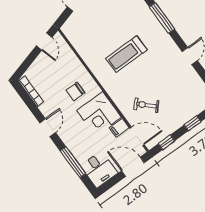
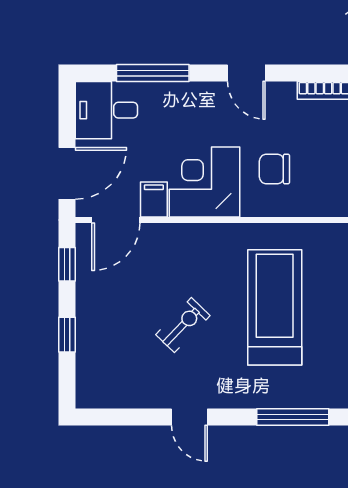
treadmill: (126, 54) -> (275, 307), width x1.37, depth x1.37
chair: (75, 92) -> (274, 169), turned -90
exercise bike: (146, 105) -> (183, 325), moved

